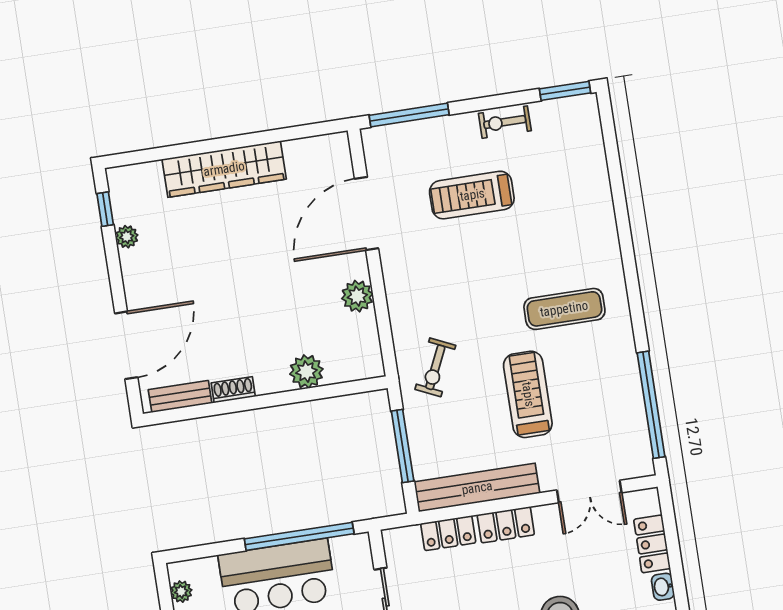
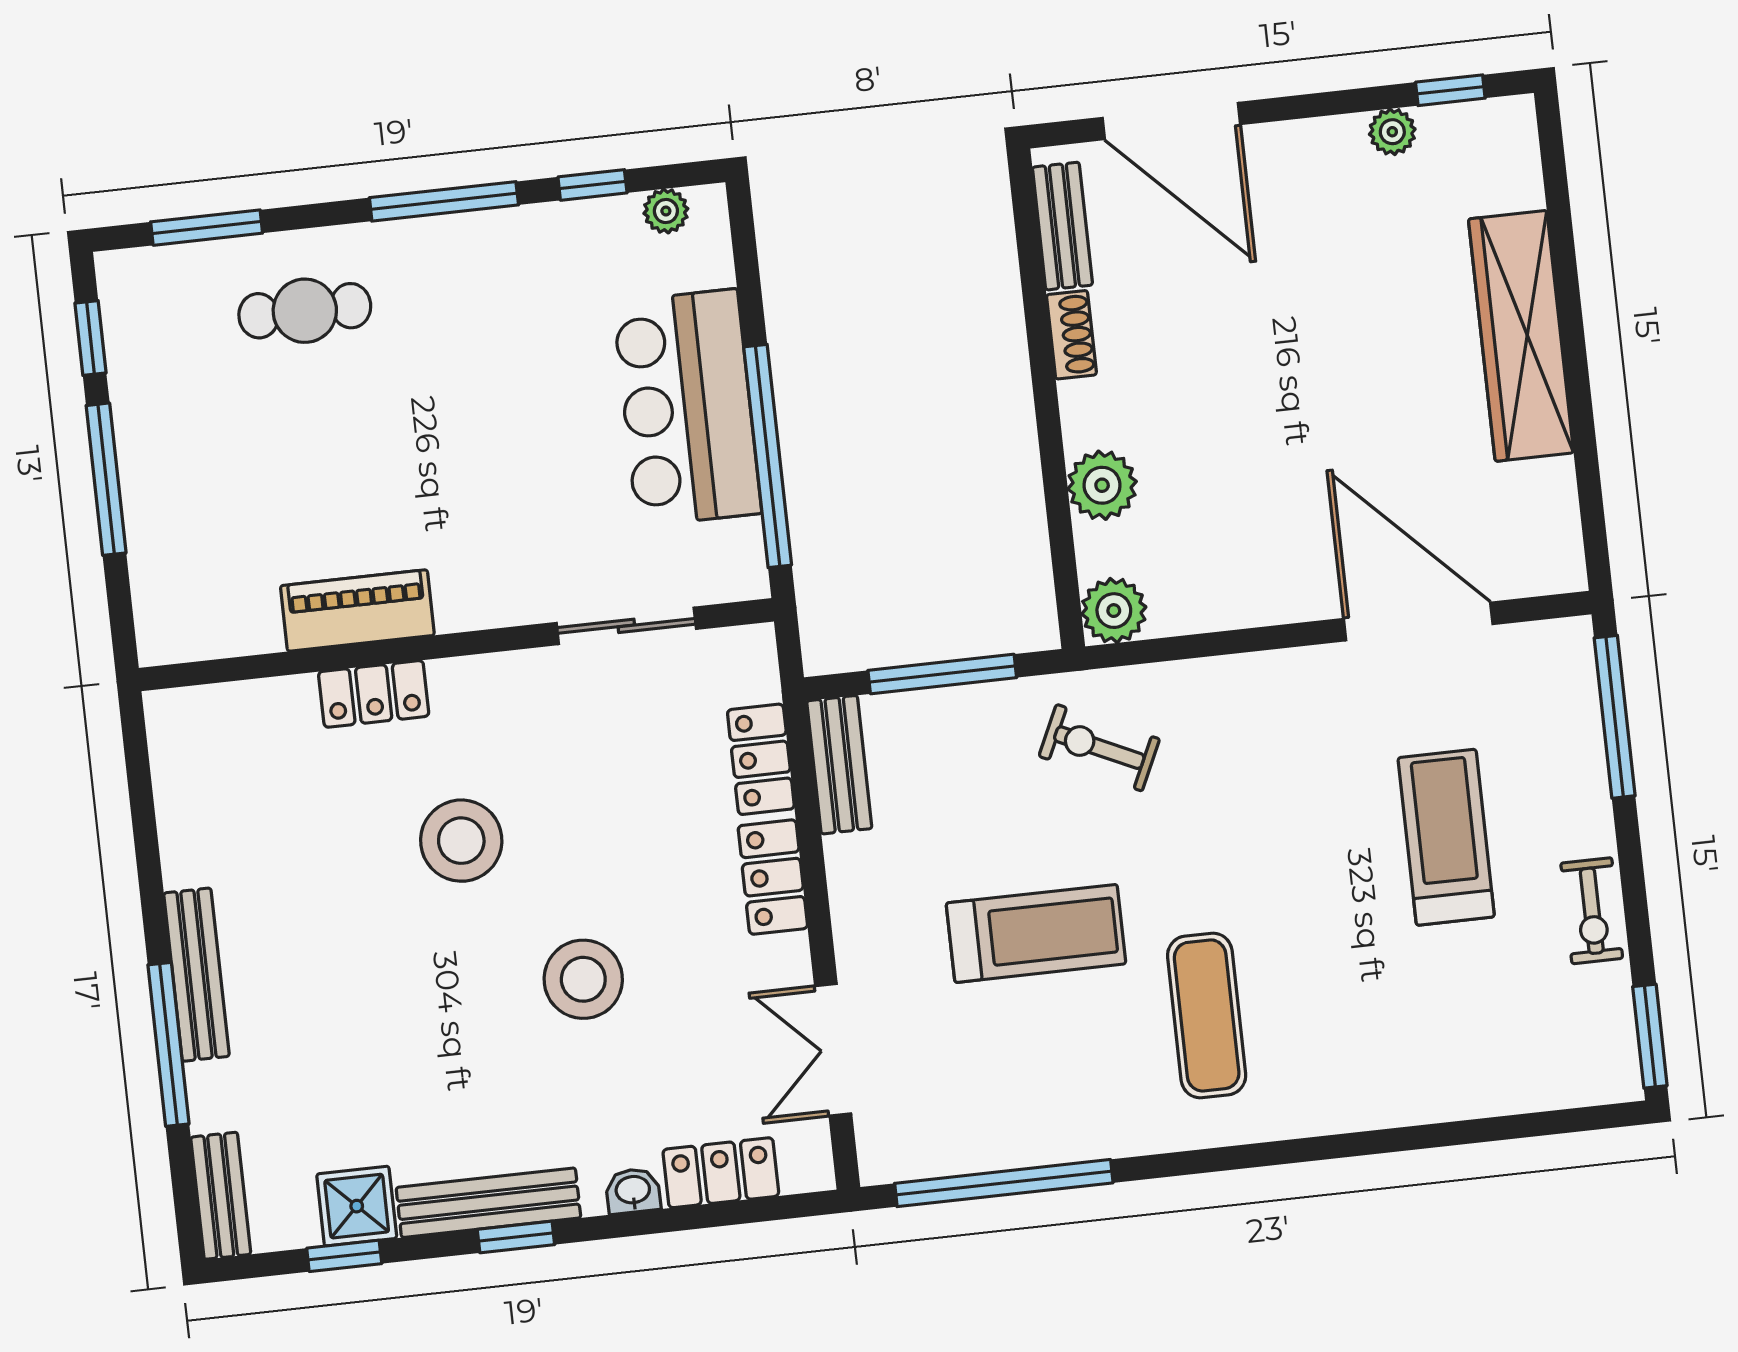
exercise bike: (505, 122) -> (1592, 911), turned 180
plant: (357, 296) -> (1114, 611), moved
bench: (477, 488) -> (839, 765), width x0.54, depth x0.82

